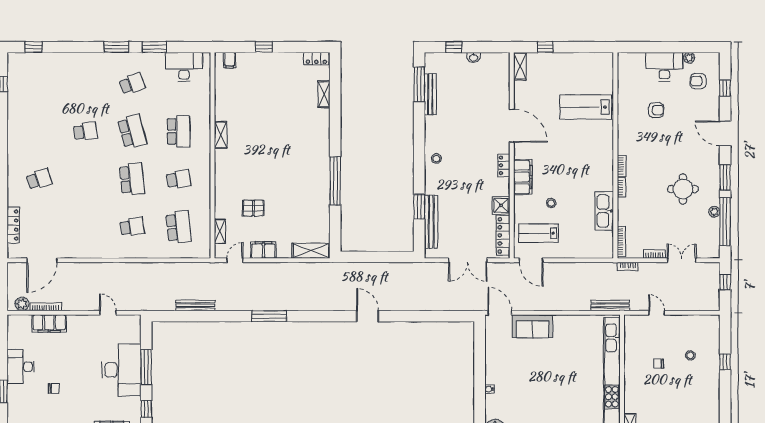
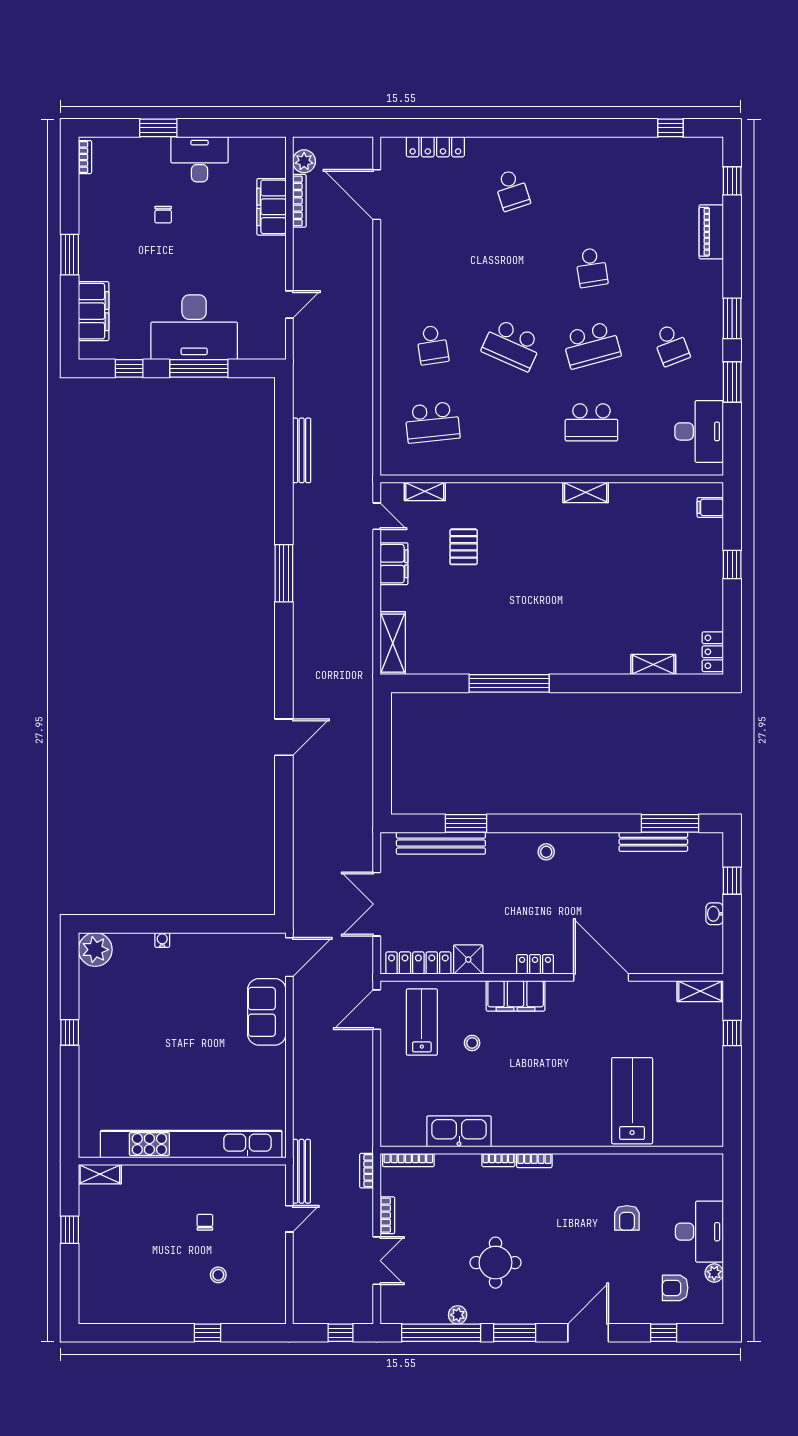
piano: (64, 60) -> (711, 232), added
armchair: (698, 81) -> (675, 1288), turned -90
door: (512, 126) -> (601, 977), swing flipped
school desk: (132, 179) -> (512, 345), turned 30
school desk: (179, 179) -> (512, 422), removed
bench: (610, 305) -> (302, 1171), moved

